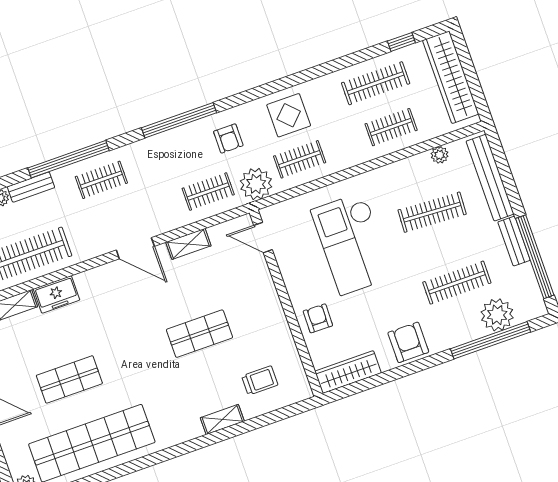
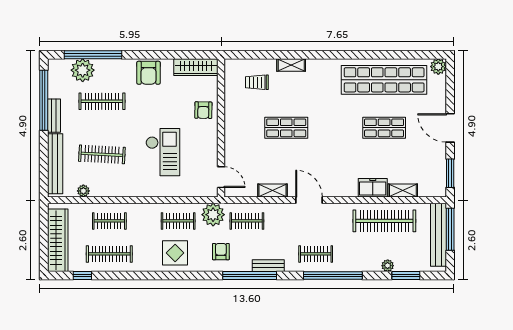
bench: (31, 187) -> (268, 266), moved
checkout: (352, 243) -> (163, 152), width x0.73, depth x0.83

